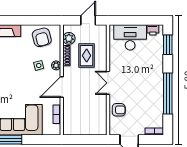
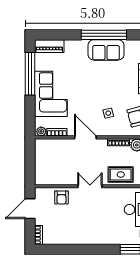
rug: (87, 56) -> (121, 174), moved
plant: (56, 65) -> (41, 131), moved
window: (168, 94) -> (79, 249), removed

